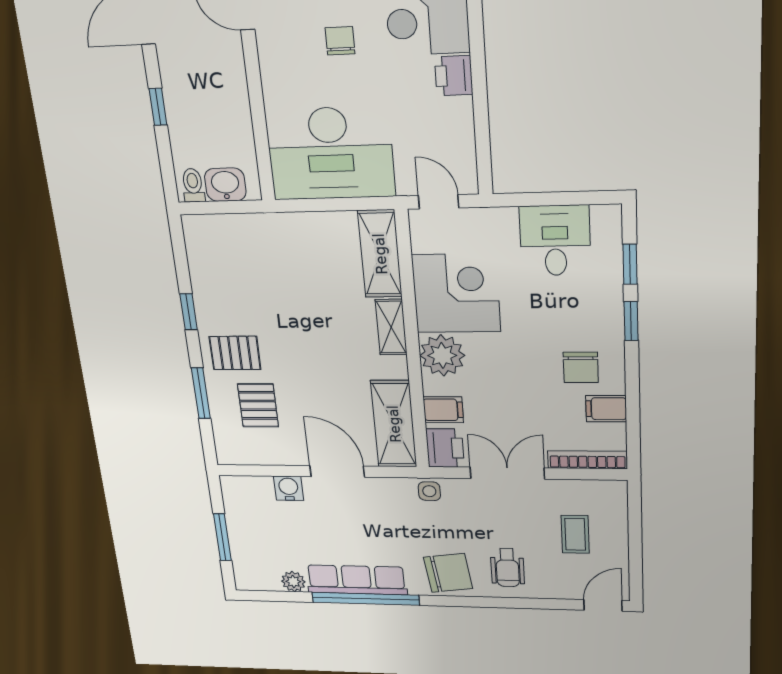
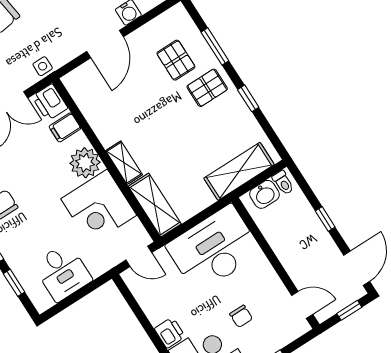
shelving: (394, 424) -> (239, 171), moved, turned 90
door: (337, 471) -> (105, 44), hinge flipped

